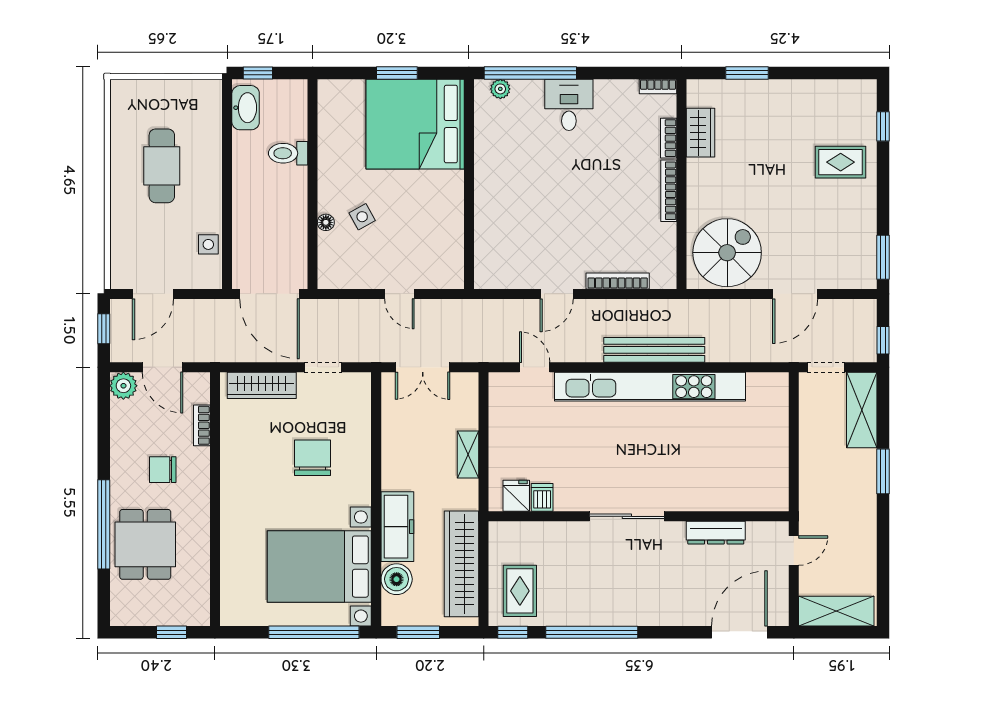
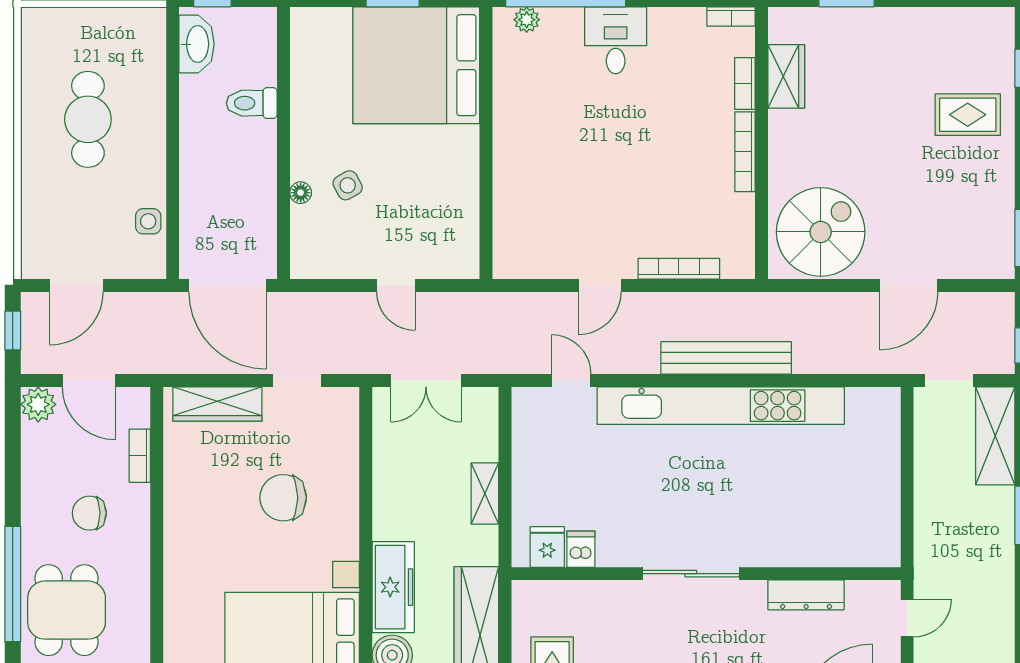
chair: (312, 458) -> (283, 498), turned -90

